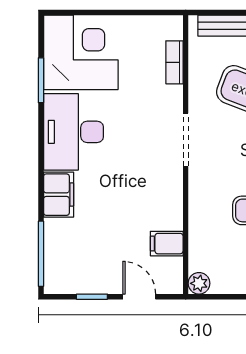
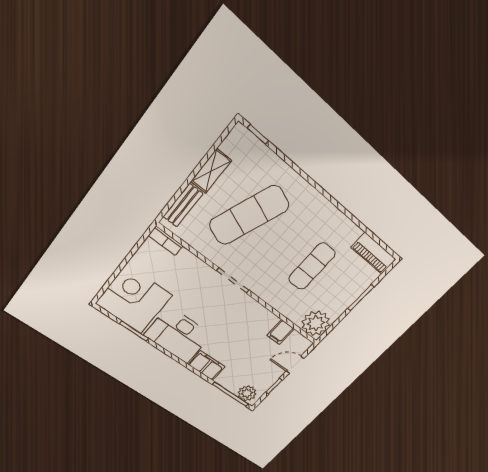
bookcase: (174, 62) -> (166, 241), moved
plant: (57, 272) -> (247, 393), added
plant: (199, 283) -> (316, 323), width x1.87, depth x1.87

